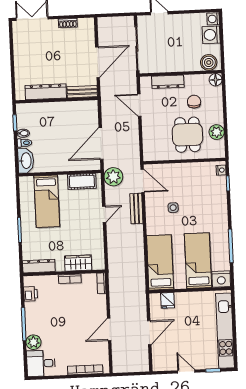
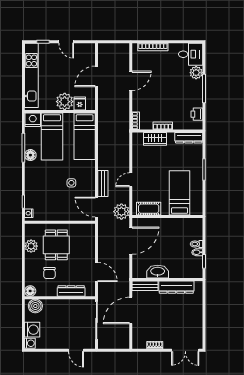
washbasin: (26, 161) -> (158, 272), moved, turned 90
floor lamp: (222, 238) -> (30, 155), added
plant: (185, 302) -> (65, 102), added

